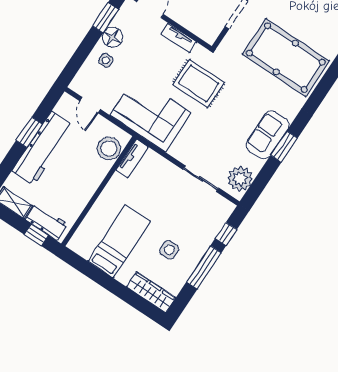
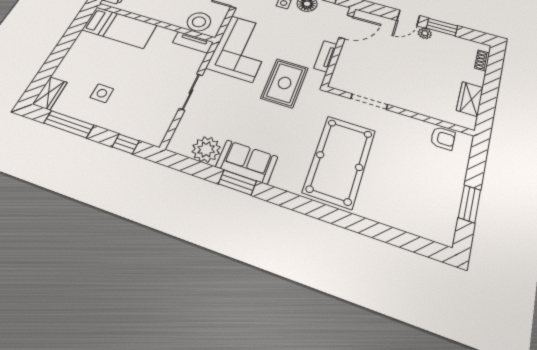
sliding door: (201, 179) -> (191, 92), moved
plant: (240, 179) -> (206, 149), moved
bed: (119, 241) -> (119, 27), moved
window: (204, 267) -> (69, 124), moved
wardrobe: (151, 292) -> (50, 93), width x0.67

